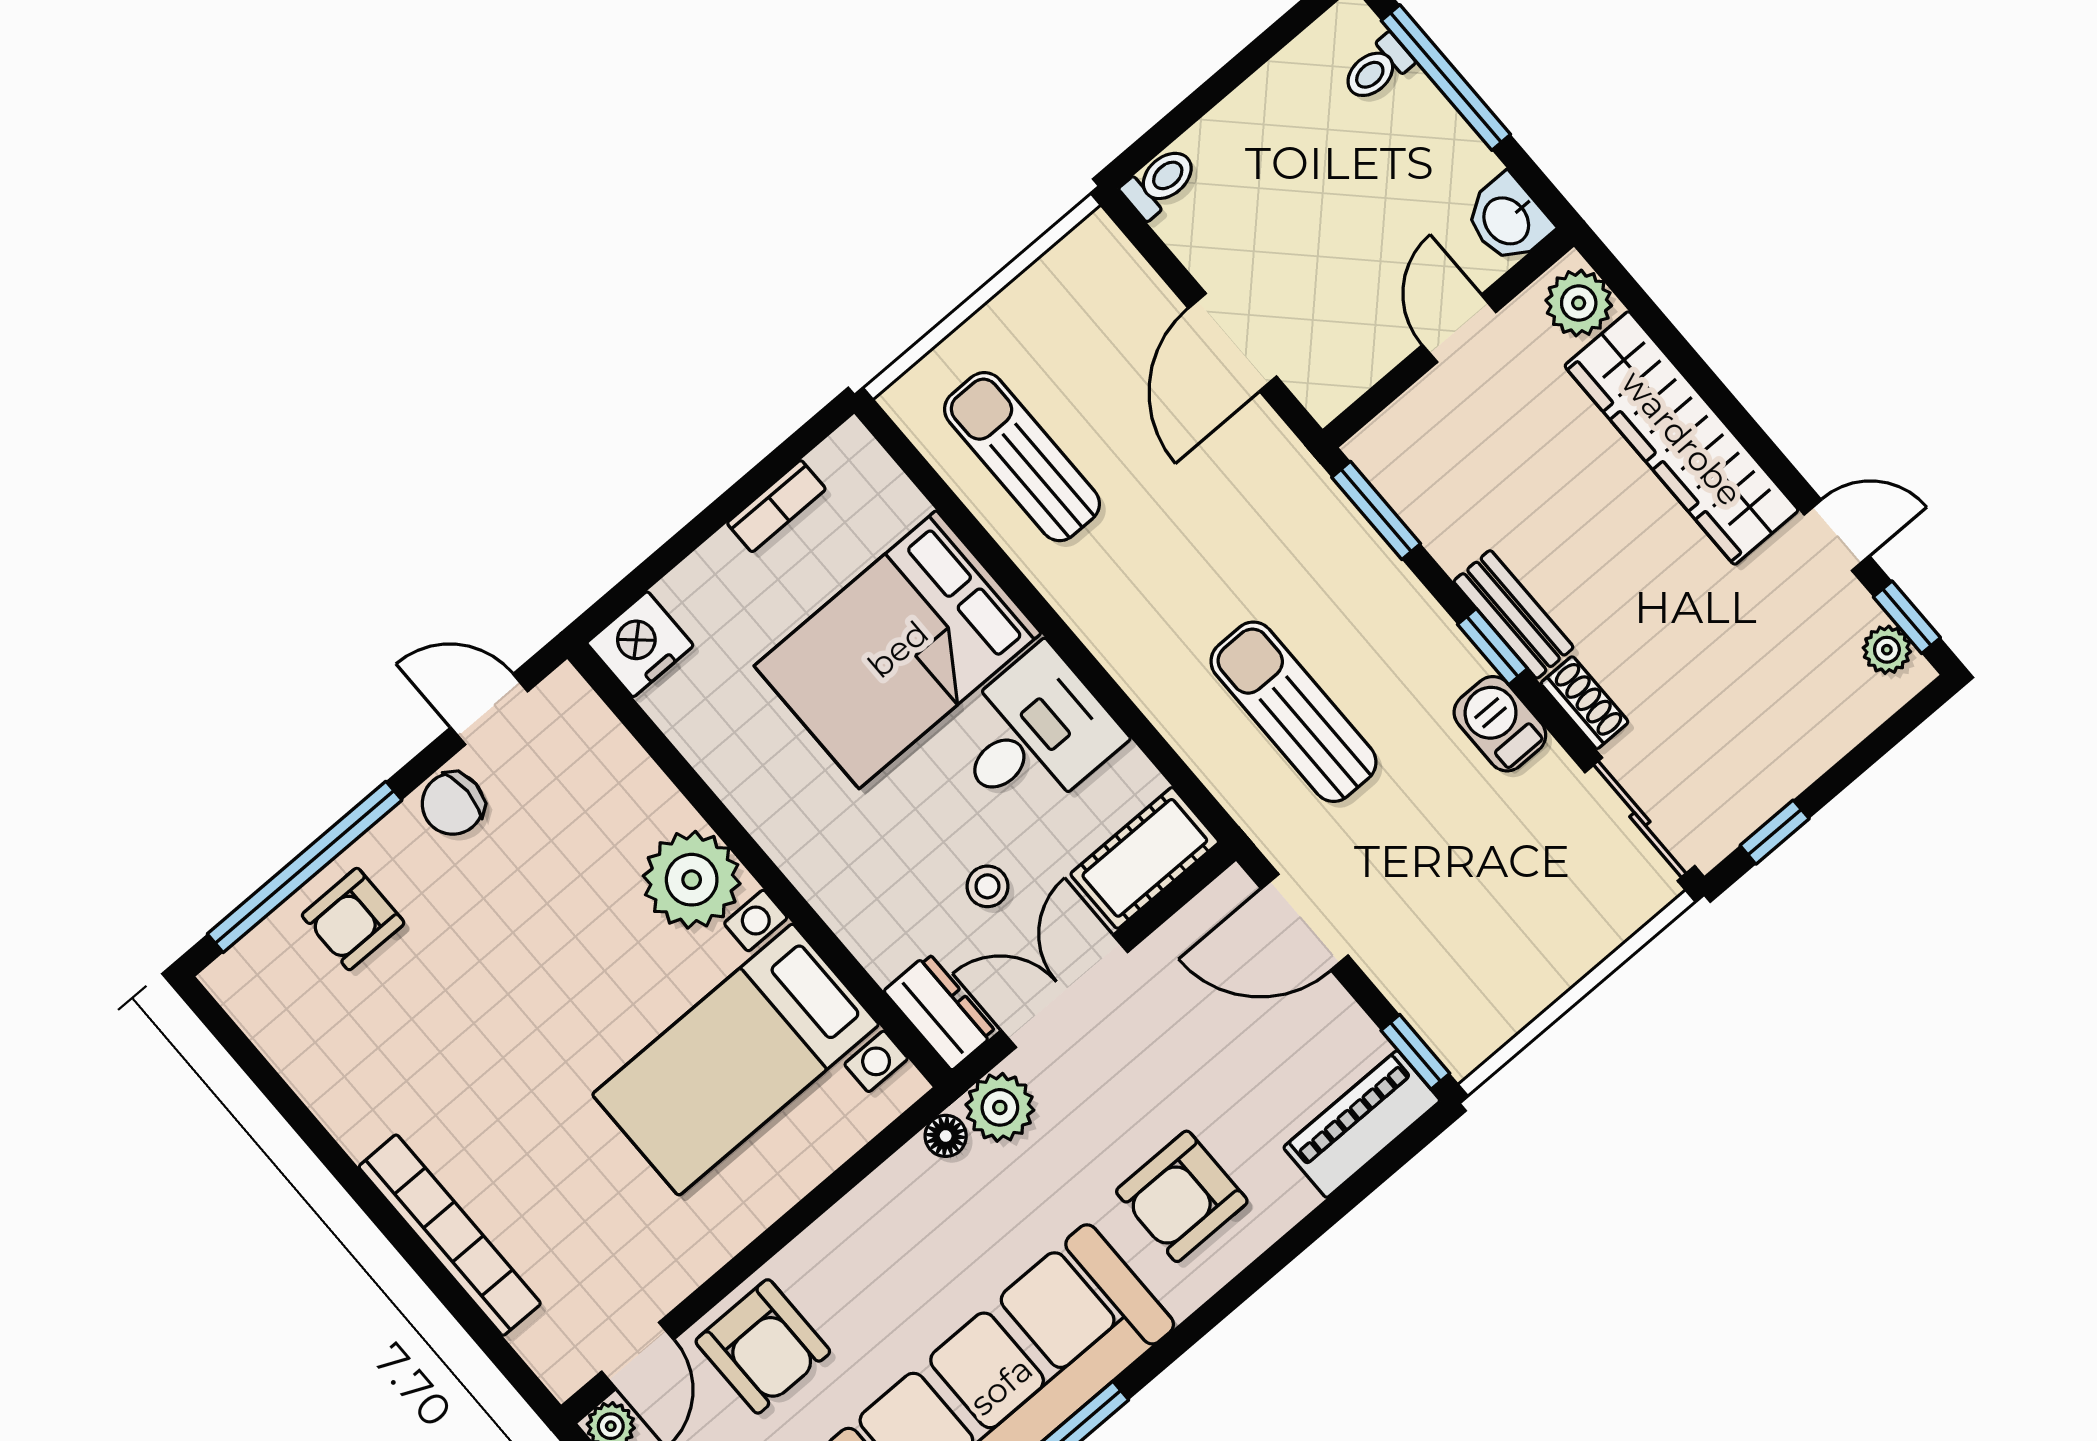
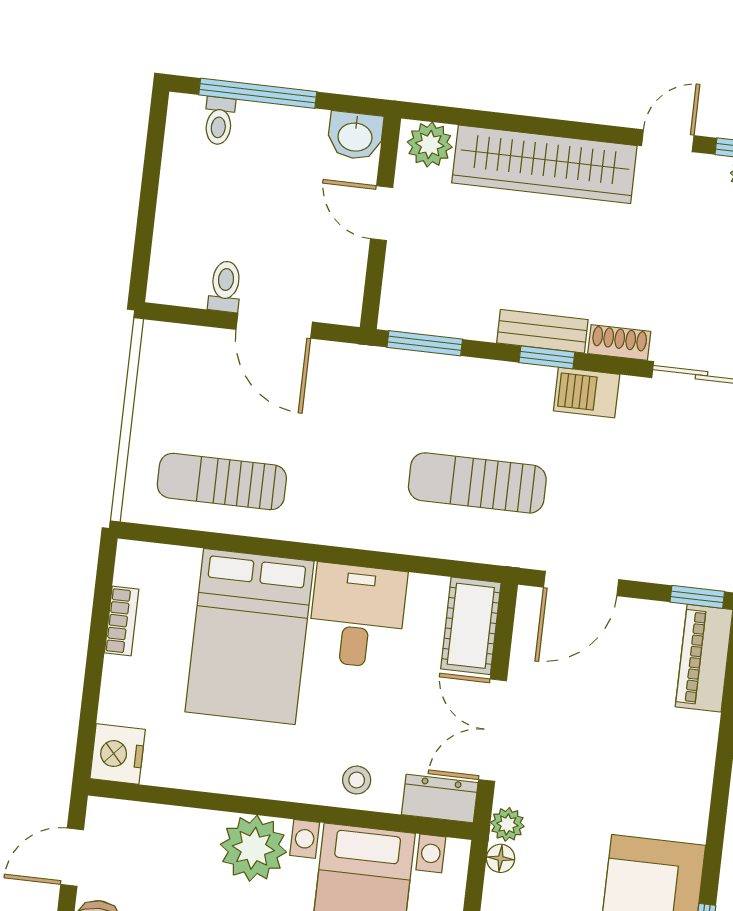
toilet: (1160, 182) -> (225, 286), moved
stool: (987, 886) -> (357, 780), moved
plant: (1000, 1107) -> (507, 824), width x0.73, depth x0.73
armchair: (1182, 1196) -> (647, 778), removed

